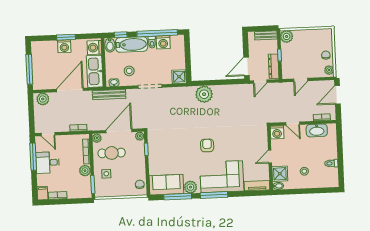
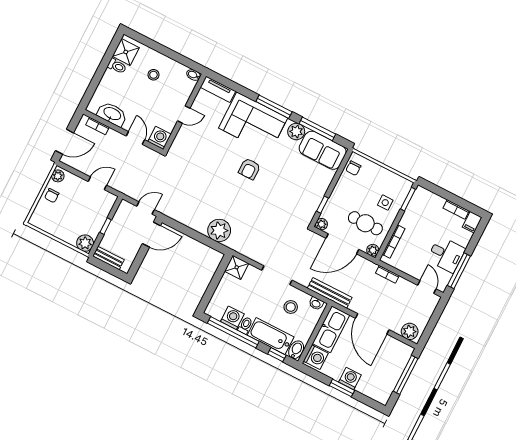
dresser: (274, 66) -> (120, 217), removed
door: (70, 90) -> (372, 324), hinge flipped
plant: (85, 171) -> (408, 220), removed
shower: (280, 174) -> (126, 52), moved

